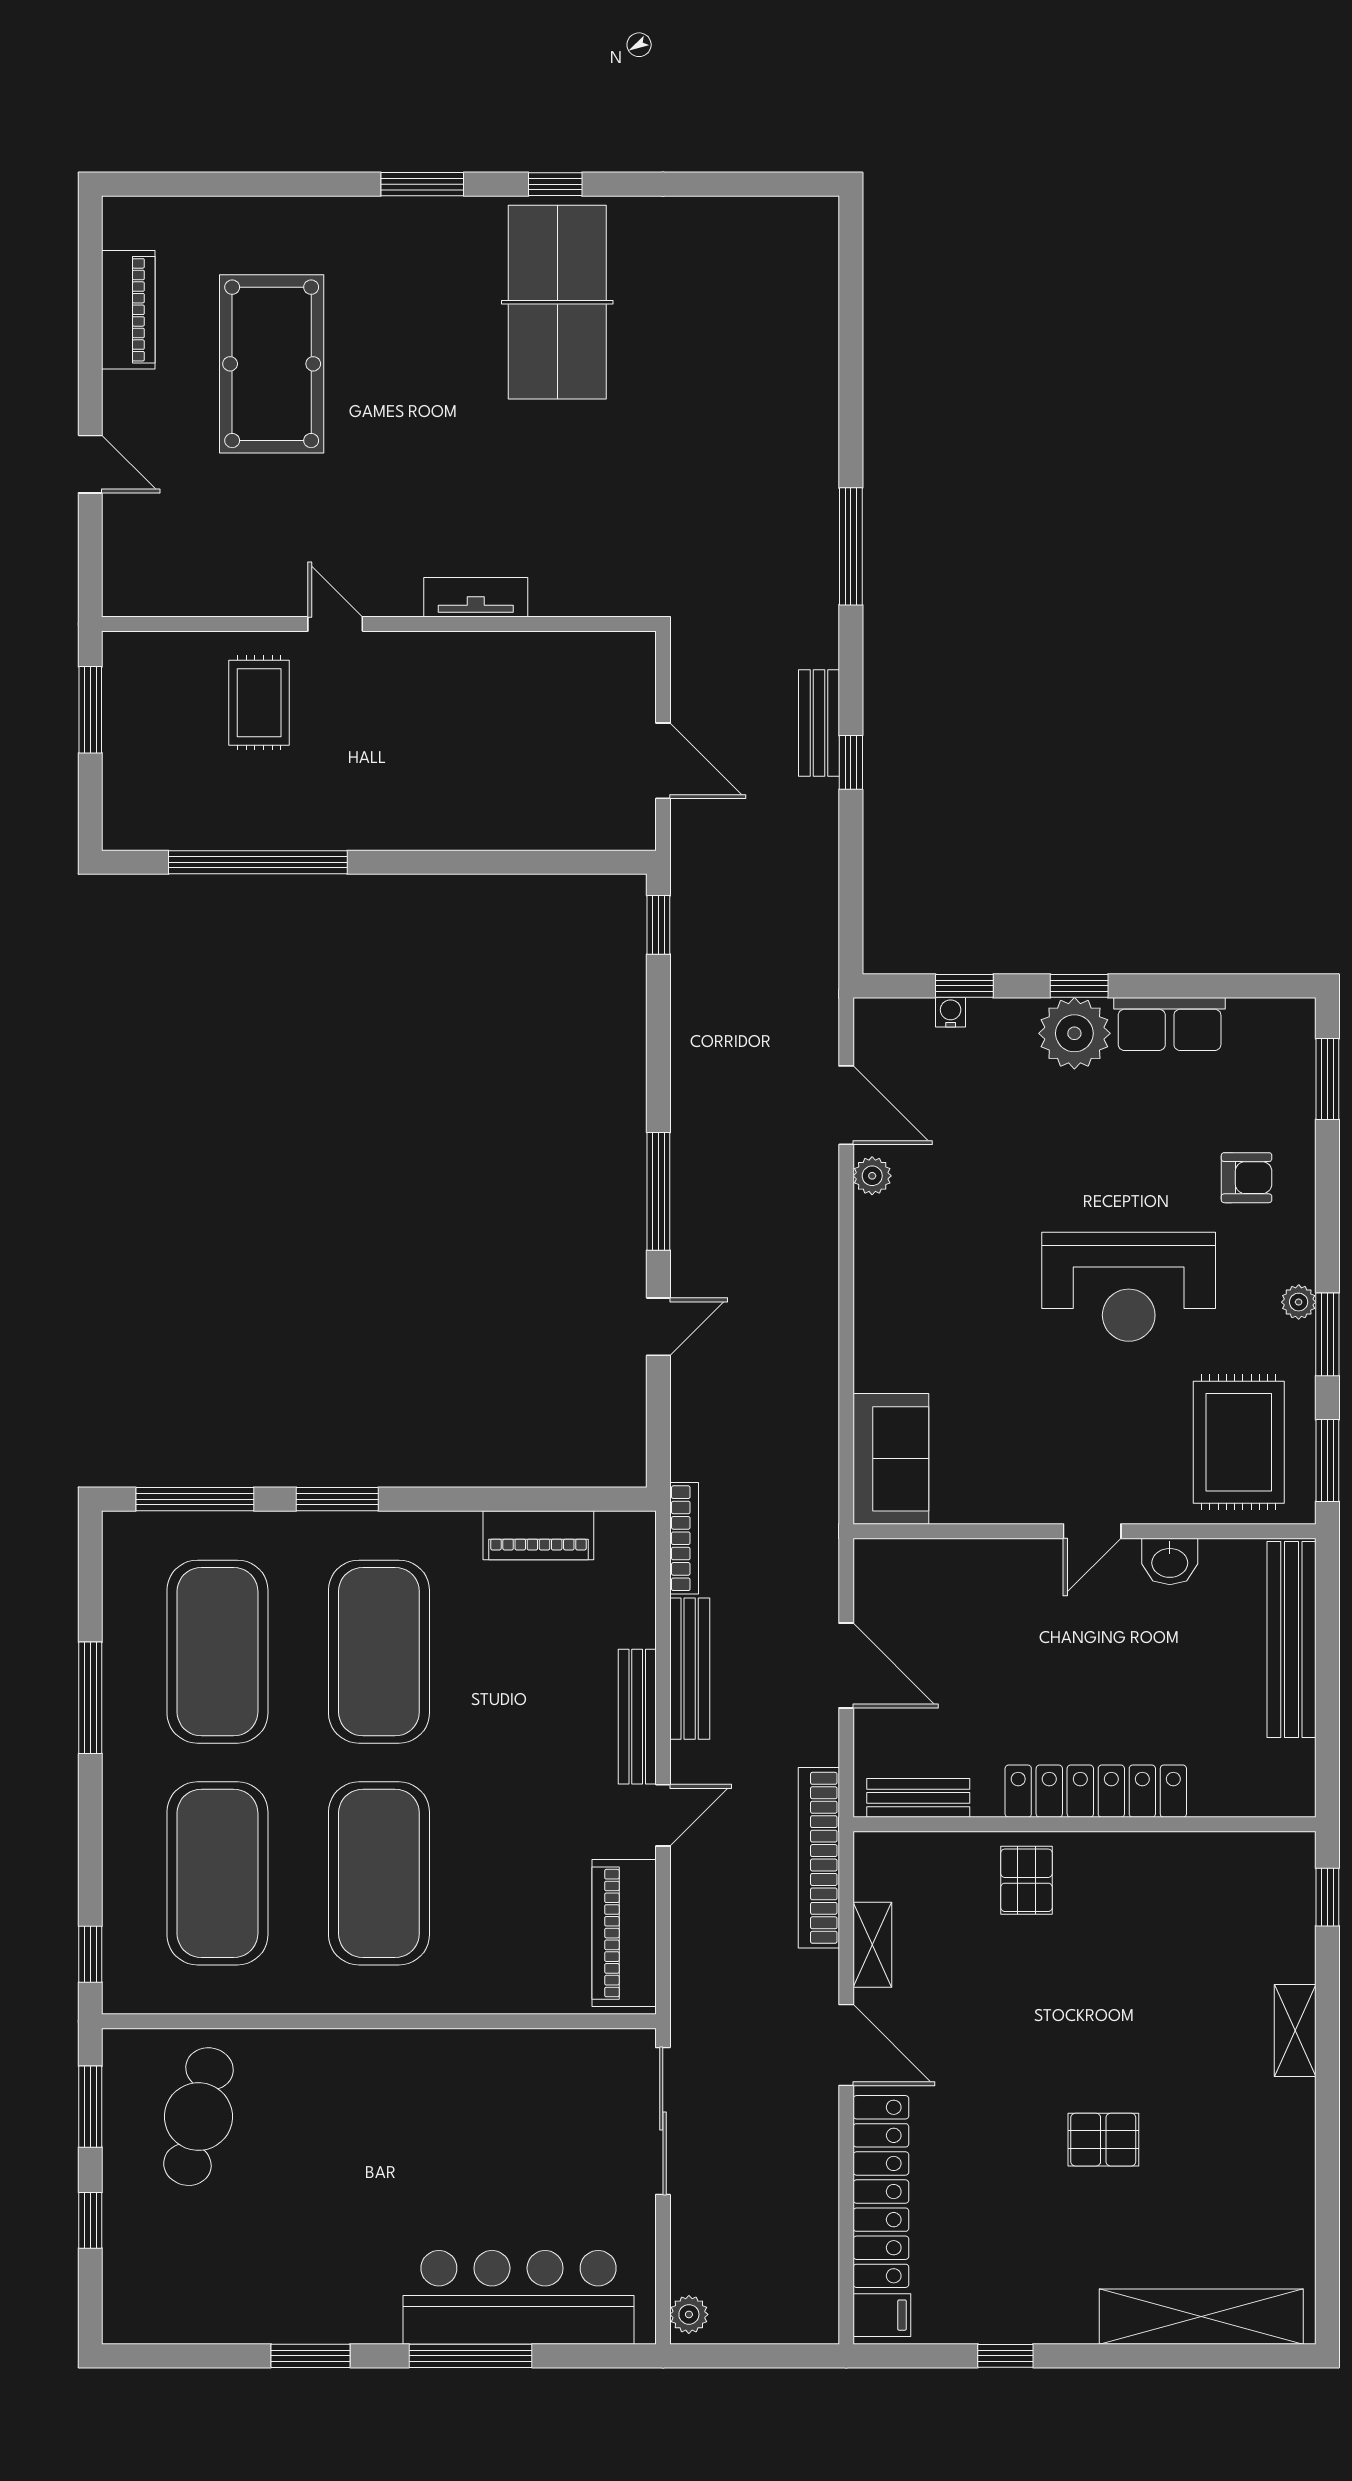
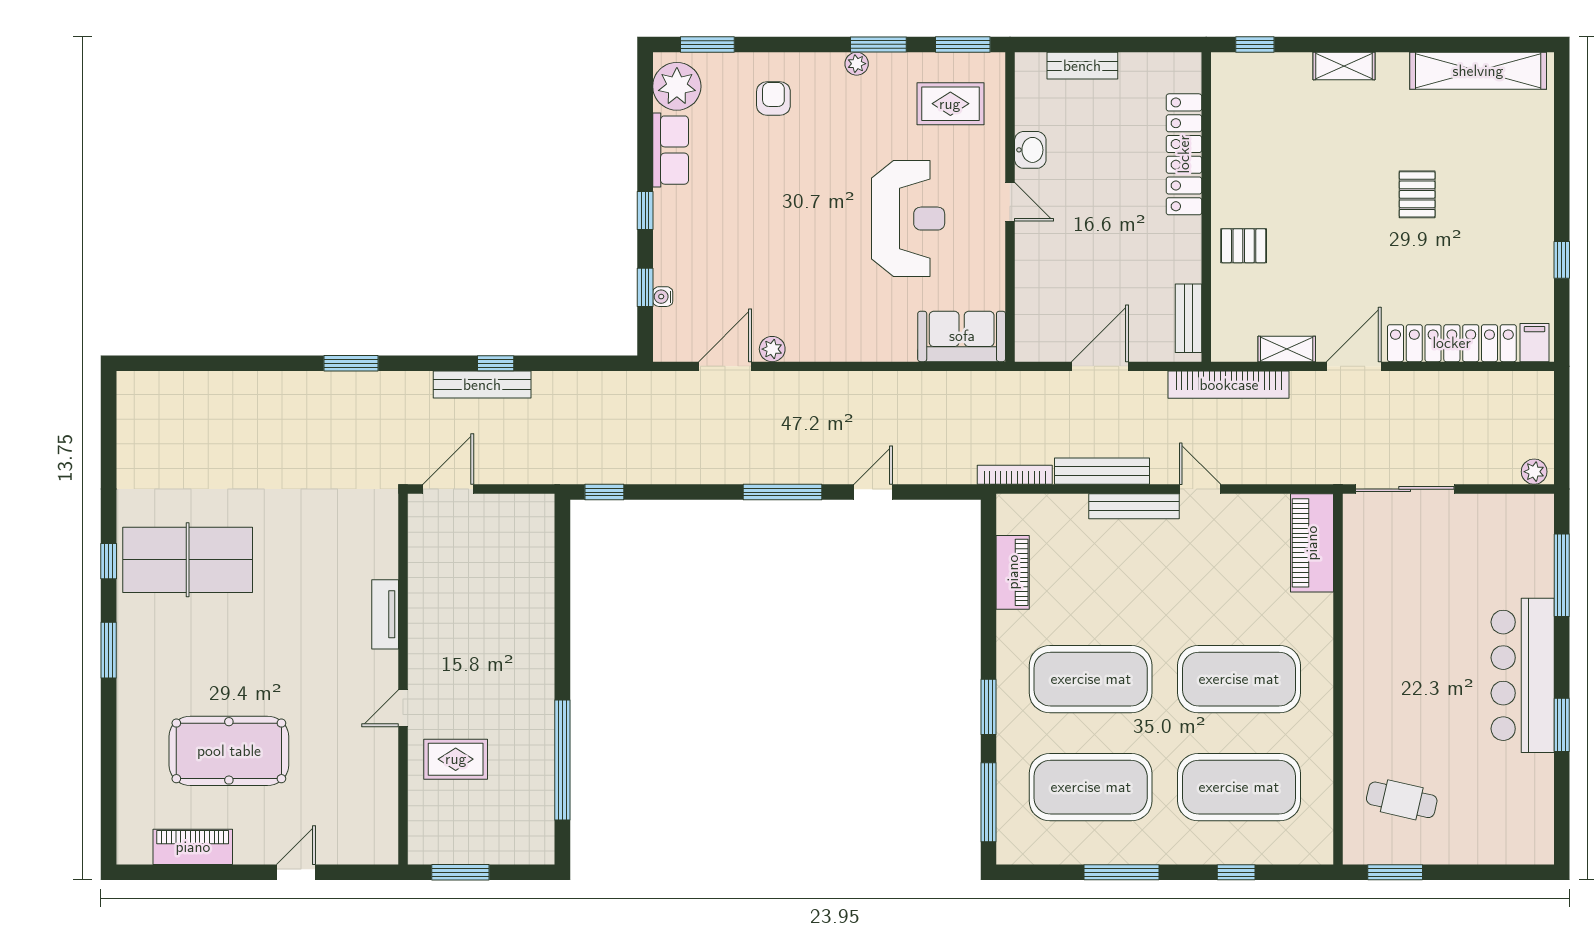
window: (851, 546) -> (351, 363), width x0.69
bench: (819, 723) -> (482, 385), width x1.36
door: (663, 761) -> (448, 489), moved
plant: (1074, 1033) -> (677, 86), moved
reception desk: (1129, 1287) -> (908, 219), moved
door: (658, 1327) -> (873, 492), hinge flipped
rug: (1239, 1442) -> (950, 104), width x0.73, depth x0.70
bench: (1291, 1639) -> (1082, 66), width x0.54, depth x0.82
locker: (1096, 1791) -> (1184, 154), moved
piano: (624, 1933) -> (1312, 543), moved, turned 90
window: (90, 1954) -> (1236, 872), moved
cafe table: (198, 2117) -> (1402, 800), width x0.73, depth x0.74
window: (90, 2220) -> (1471, 872), removed
bar counter: (519, 2297) -> (1523, 675), moved
shelving: (1201, 2317) -> (1478, 71), moved, turned 90
window: (471, 2356) -> (1562, 575), moved

